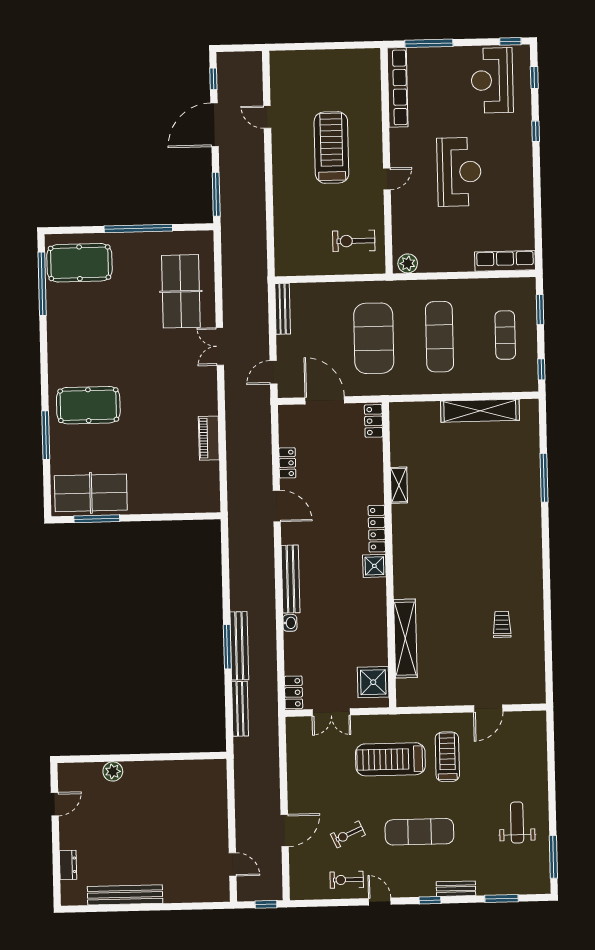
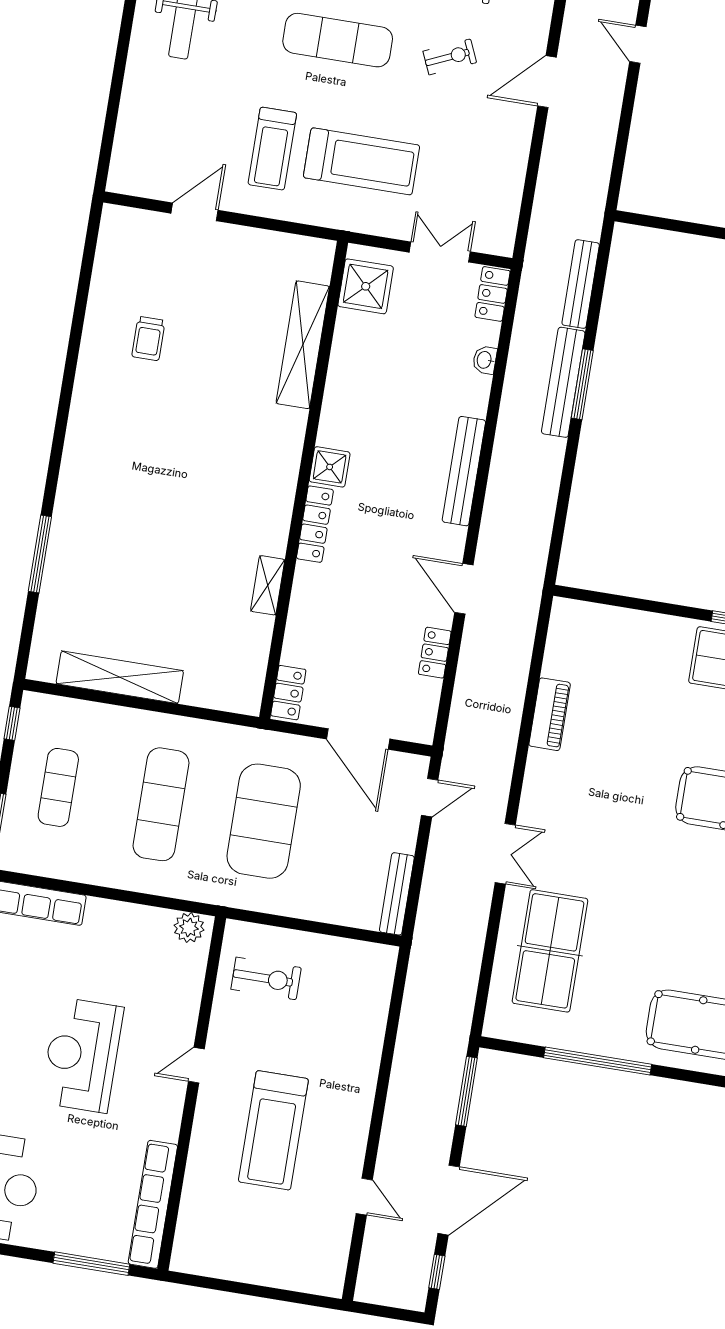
washbasin: (290, 623) -> (485, 360), moved

